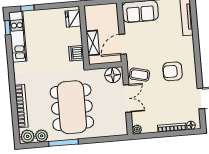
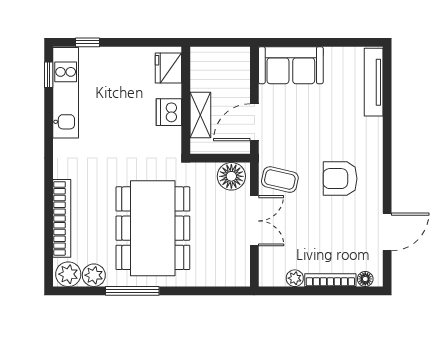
dishwasher: (76, 53) -> (169, 112), moved
plant: (137, 129) -> (295, 278), moved

